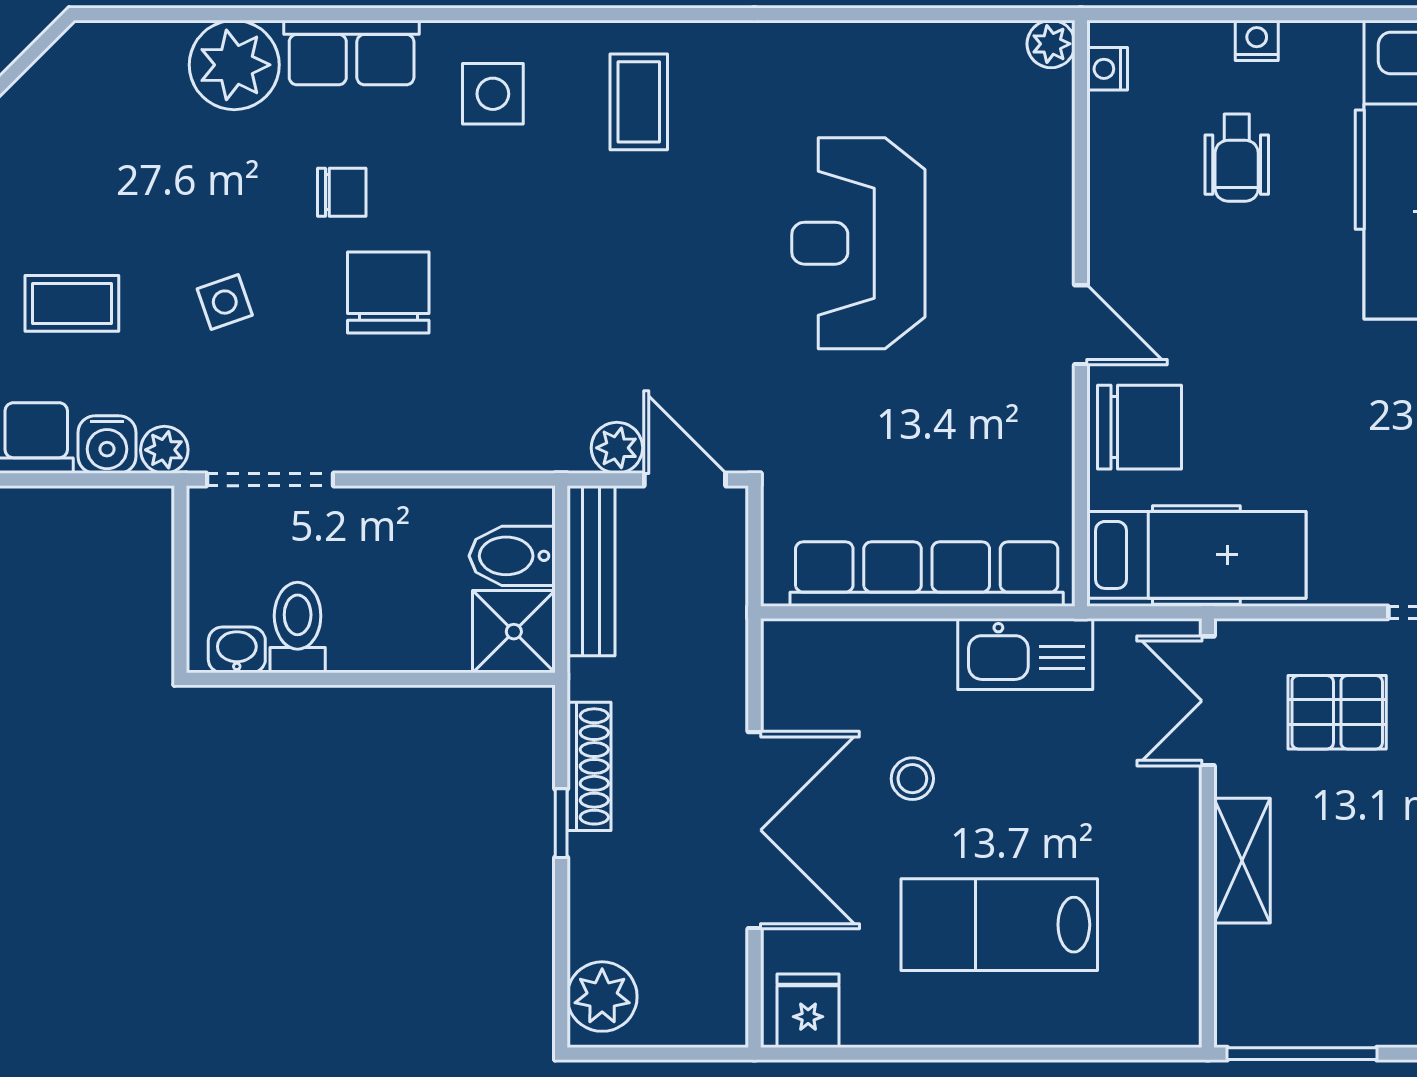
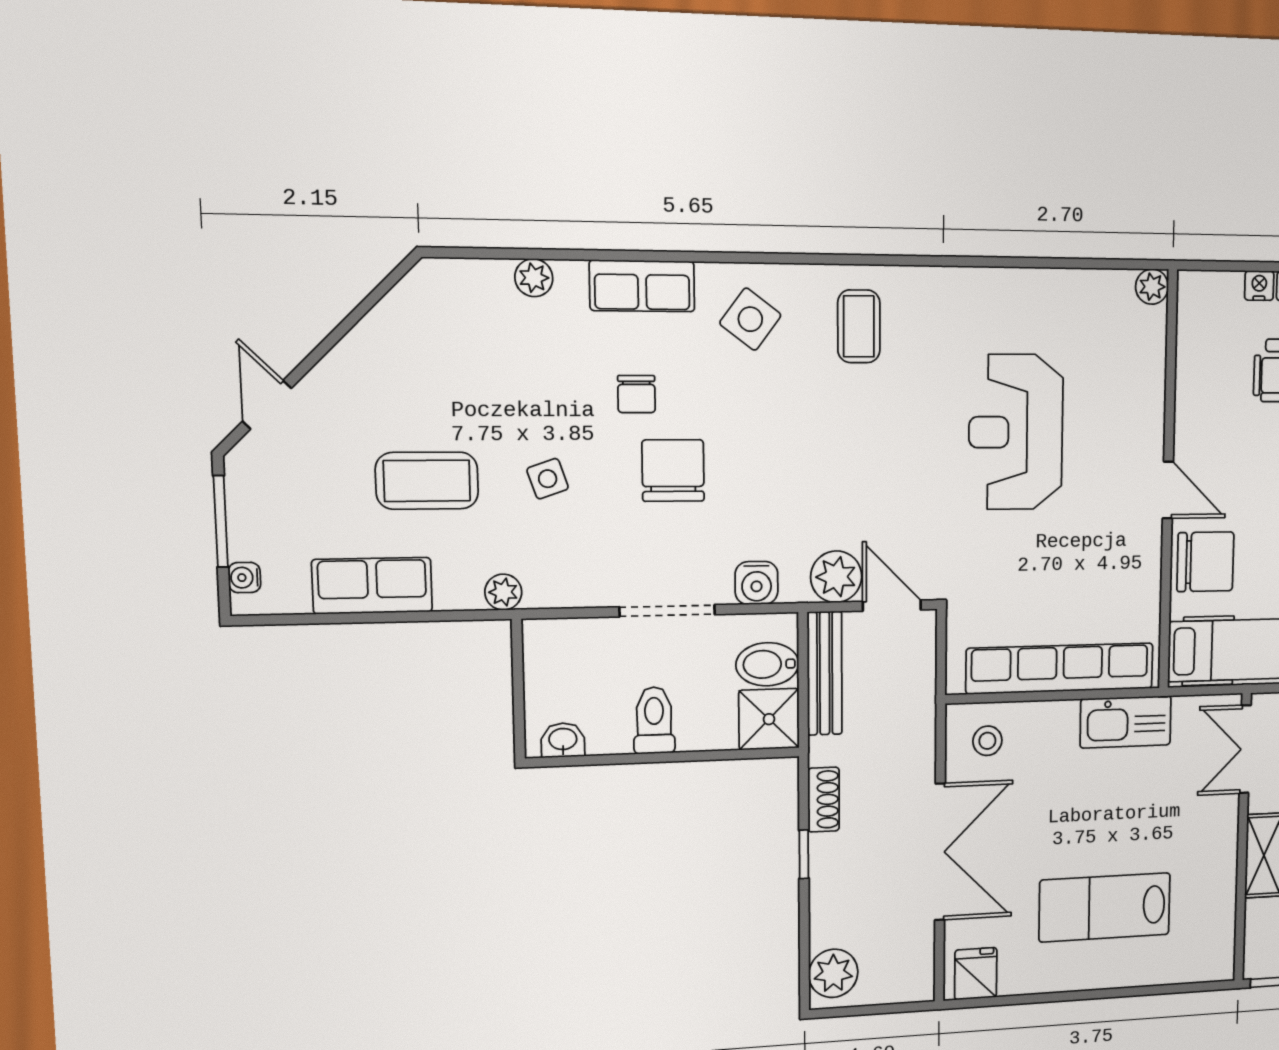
plant: (234, 65) -> (534, 278), width x0.53, depth x0.53
nightstand: (1107, 69) -> (1259, 286), moved, turned 90
side table: (493, 94) -> (750, 319), turned 37
chair: (342, 192) -> (636, 394), turned 90
coffee table: (72, 303) -> (427, 481), width x1.36, depth x1.30
water cooler: (107, 444) -> (757, 583), moved
plant: (617, 448) -> (836, 577), width x1.38, depth x1.38
doorway: (270, 479) -> (667, 611), moved
toilet: (298, 628) -> (654, 720), moved
shoe rack: (589, 766) -> (824, 800), width x0.70
stool: (912, 779) -> (987, 741), moved

